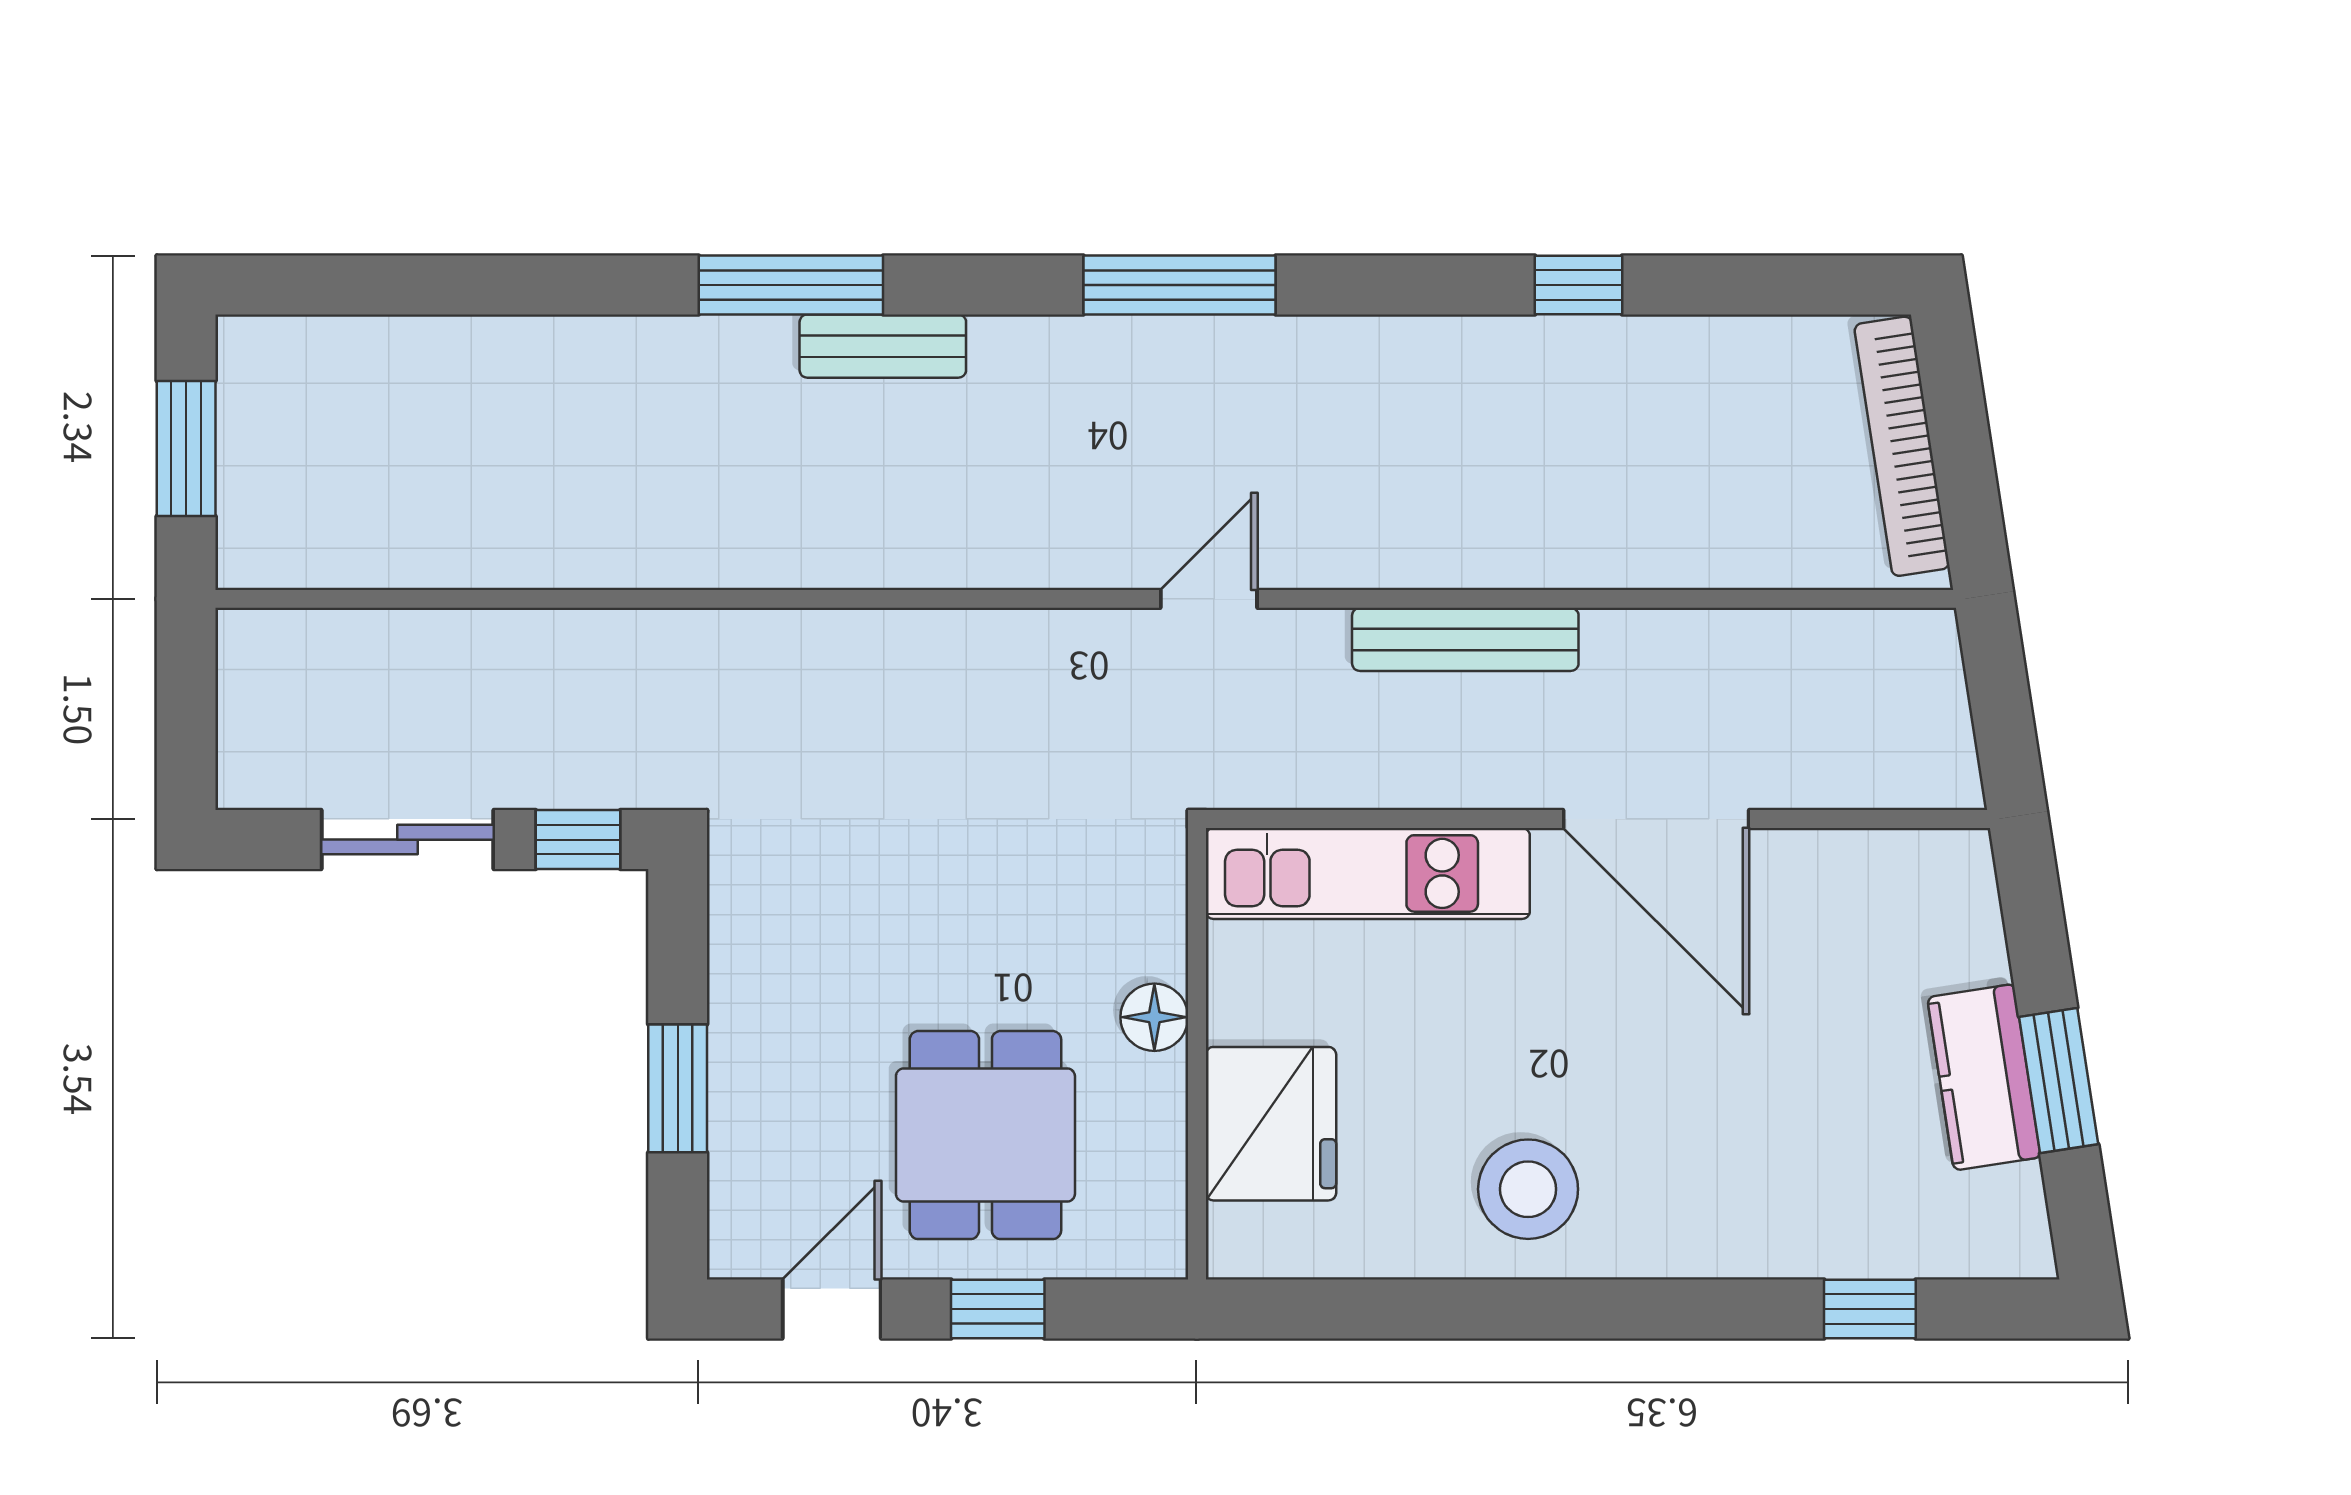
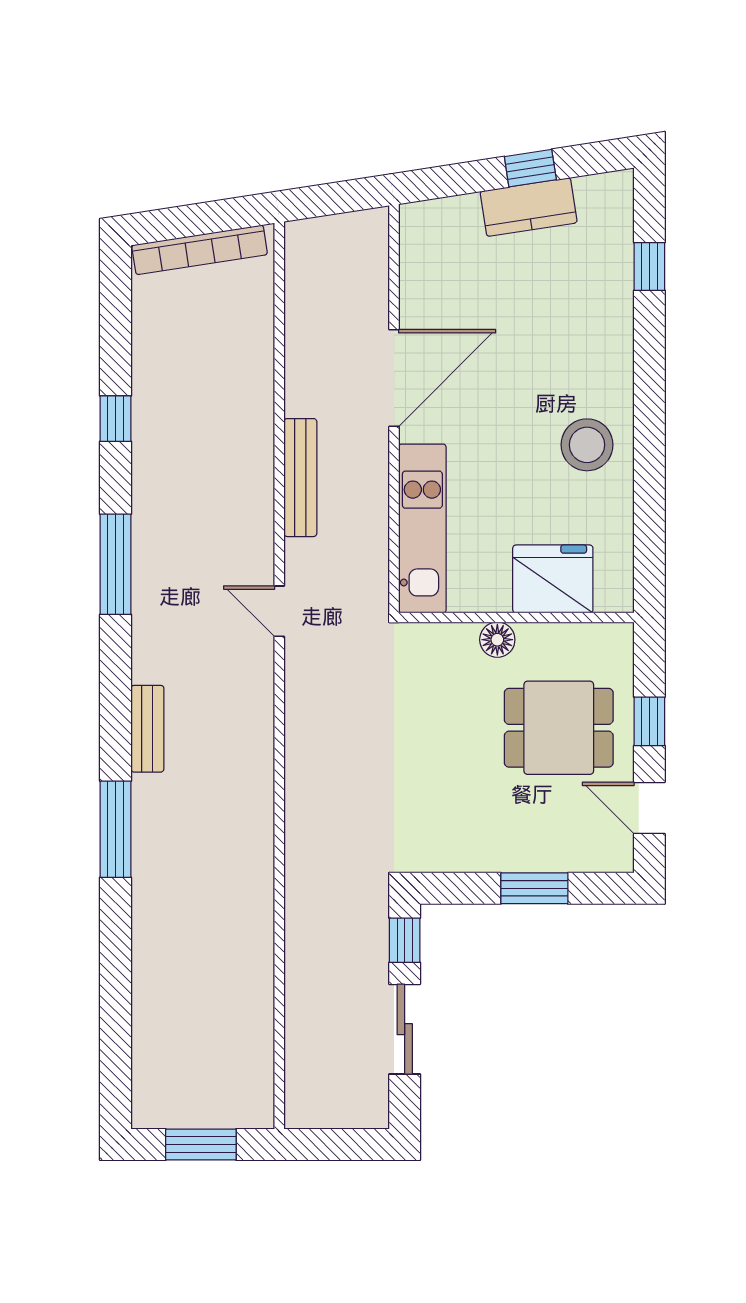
window: (1179, 285) -> (115, 564), moved
bench: (883, 346) -> (147, 729), moved
window: (2059, 1081) -> (530, 168), width x0.67

